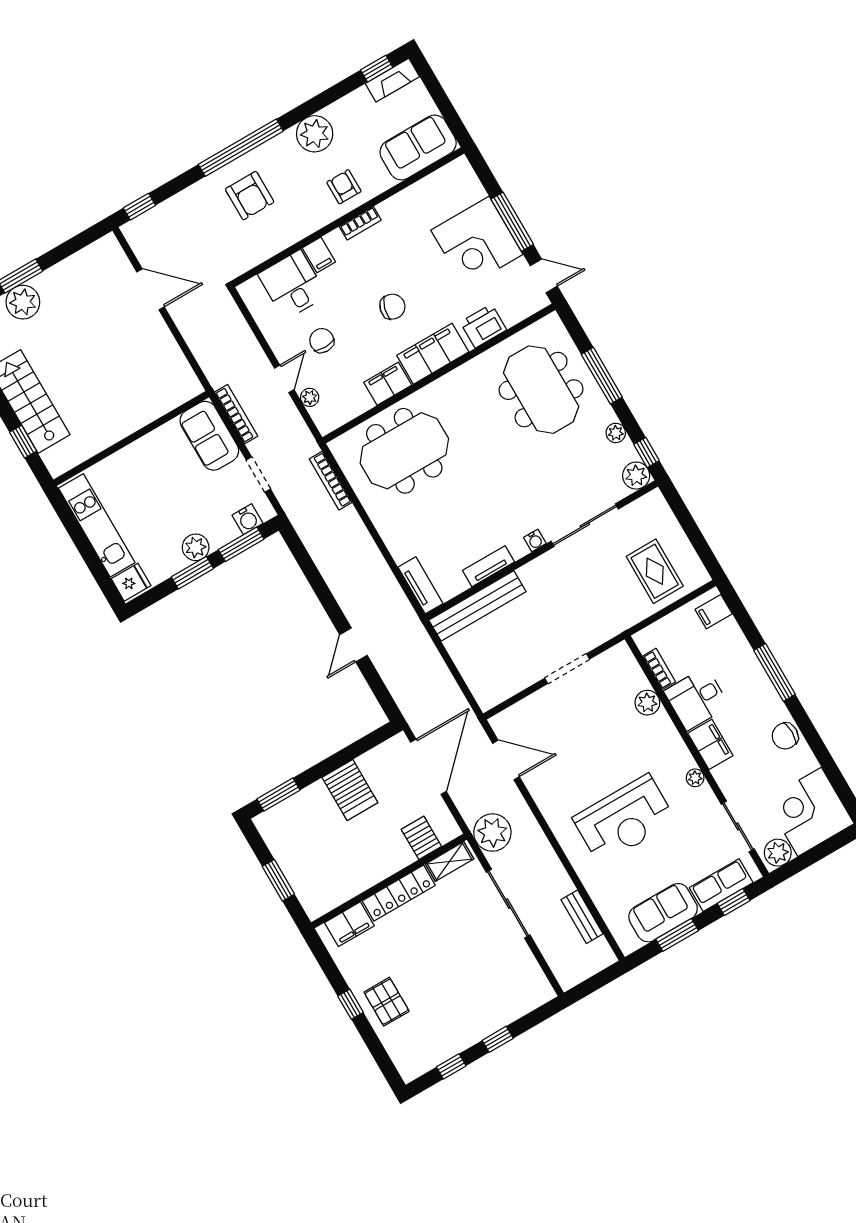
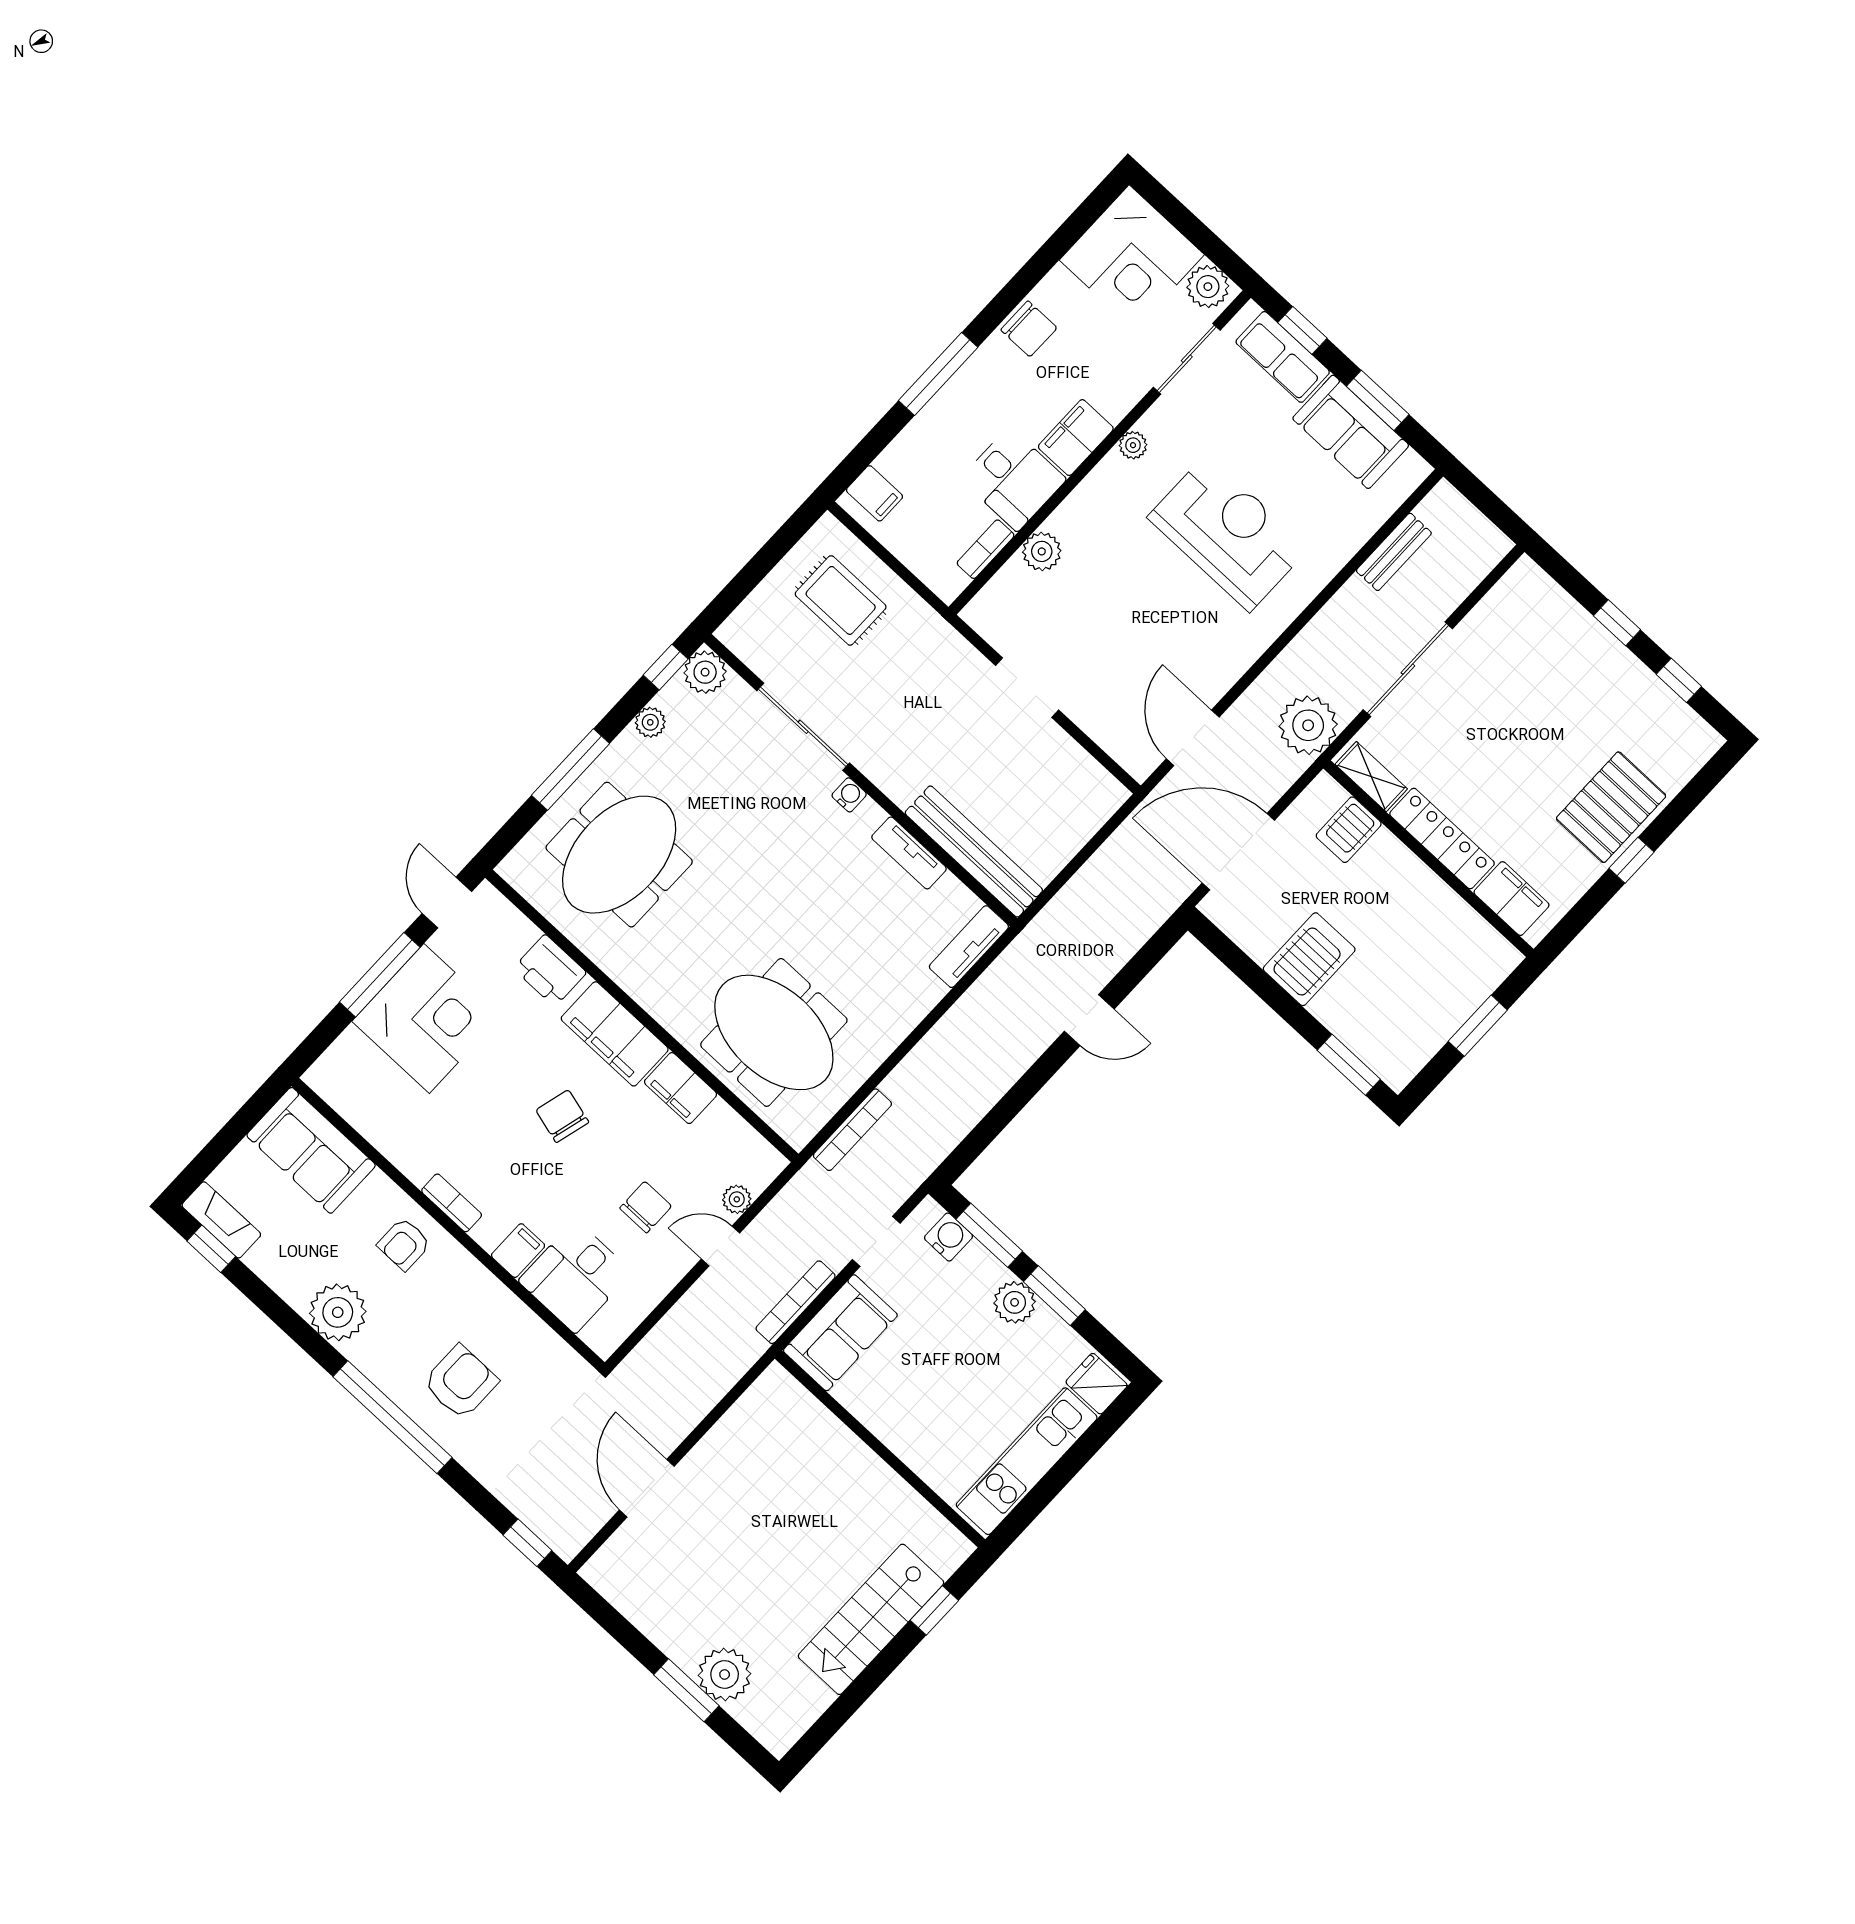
chair: (322, 341) -> (646, 1207), turned 180
rug: (655, 571) -> (841, 600), turned 90
pallet: (387, 1002) -> (1611, 807), width x1.50, depth x1.42

